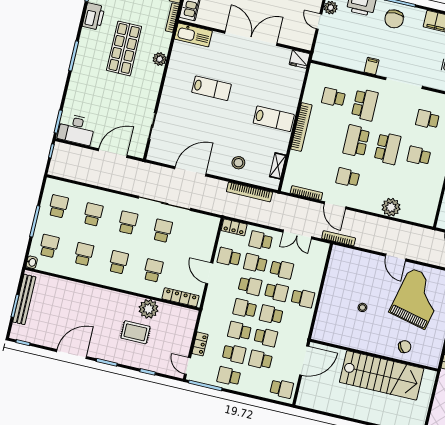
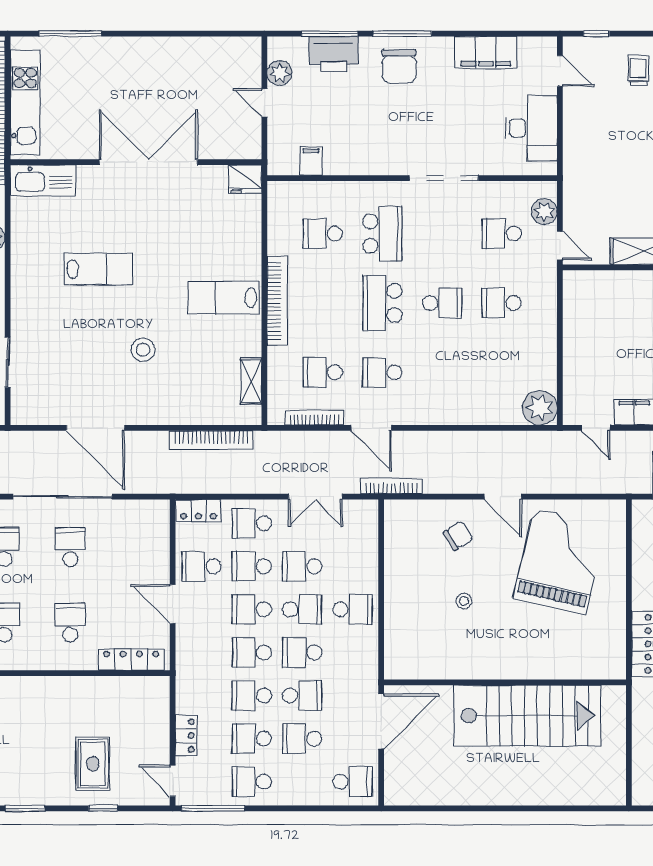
filing cabinet: (372, 66) -> (311, 161), moved
lab bench: (274, 119) -> (224, 298), turned 180
school desk: (388, 148) -> (442, 303), width x0.54
stool: (238, 163) -> (143, 350), moved
school desk: (316, 170) -> (323, 372), added
door: (190, 171) -> (95, 428), swing flipped
plant: (391, 207) -> (540, 408), moved
school desk: (282, 269) -> (302, 566), turned 180
school desk: (250, 286) -> (252, 609), turned 180
plant: (149, 309) -> (78, 694), removed
rug: (135, 332) -> (93, 764), moved, turned 90
chair: (405, 347) -> (458, 536), moved
school desk: (234, 354) -> (252, 739), turned 180

